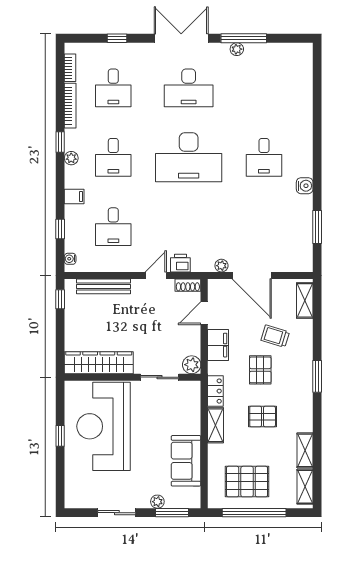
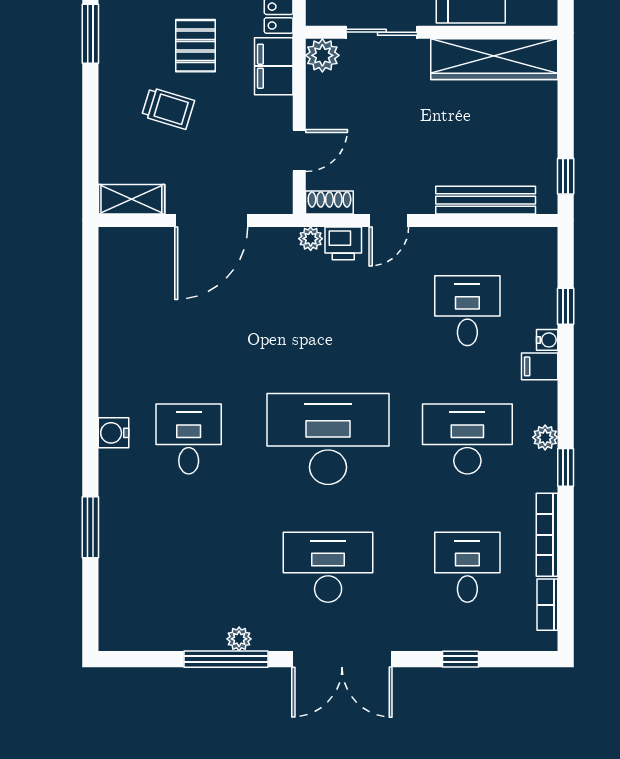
desk: (113, 157) -> (467, 439), width x1.37
water cooler: (305, 186) -> (113, 433), moved
window: (317, 227) -> (90, 527), moved
water cooler: (70, 259) -> (547, 340), moved
plant: (221, 266) -> (311, 239), moved
door: (252, 275) -> (211, 220), swing flipped
shelving: (305, 300) -> (131, 199), moved, turned 90
filing cabinet: (218, 345) -> (274, 66), moved

